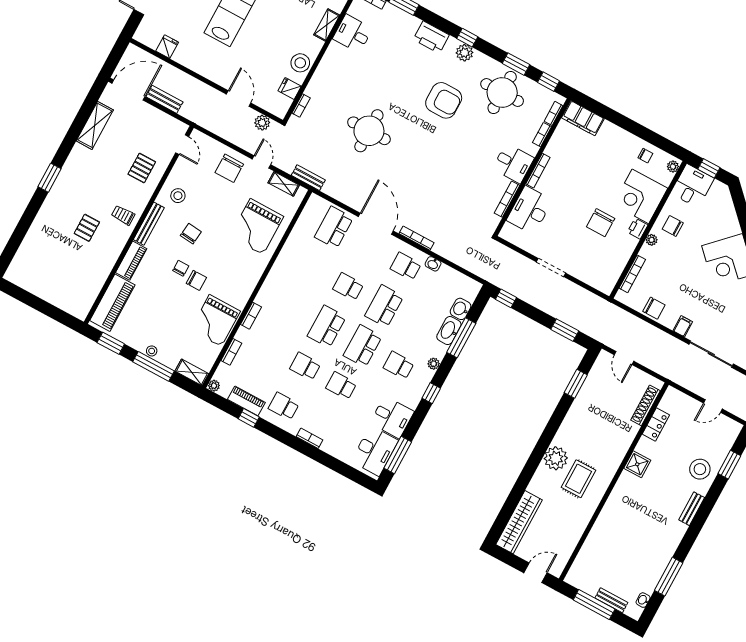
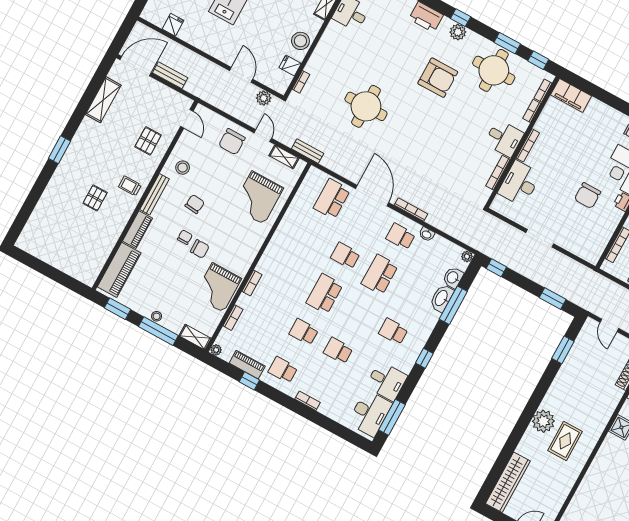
school desk: (363, 346) -> (359, 313), removed
plant: (434, 364) -> (467, 256), moved

